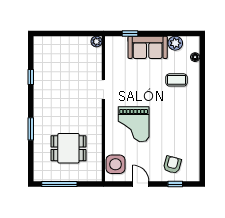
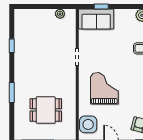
plant: (96, 41) -> (60, 14), moved
sofa: (148, 47) -> (96, 19), moved
grand piano: (134, 124) -> (104, 88), turned 180

